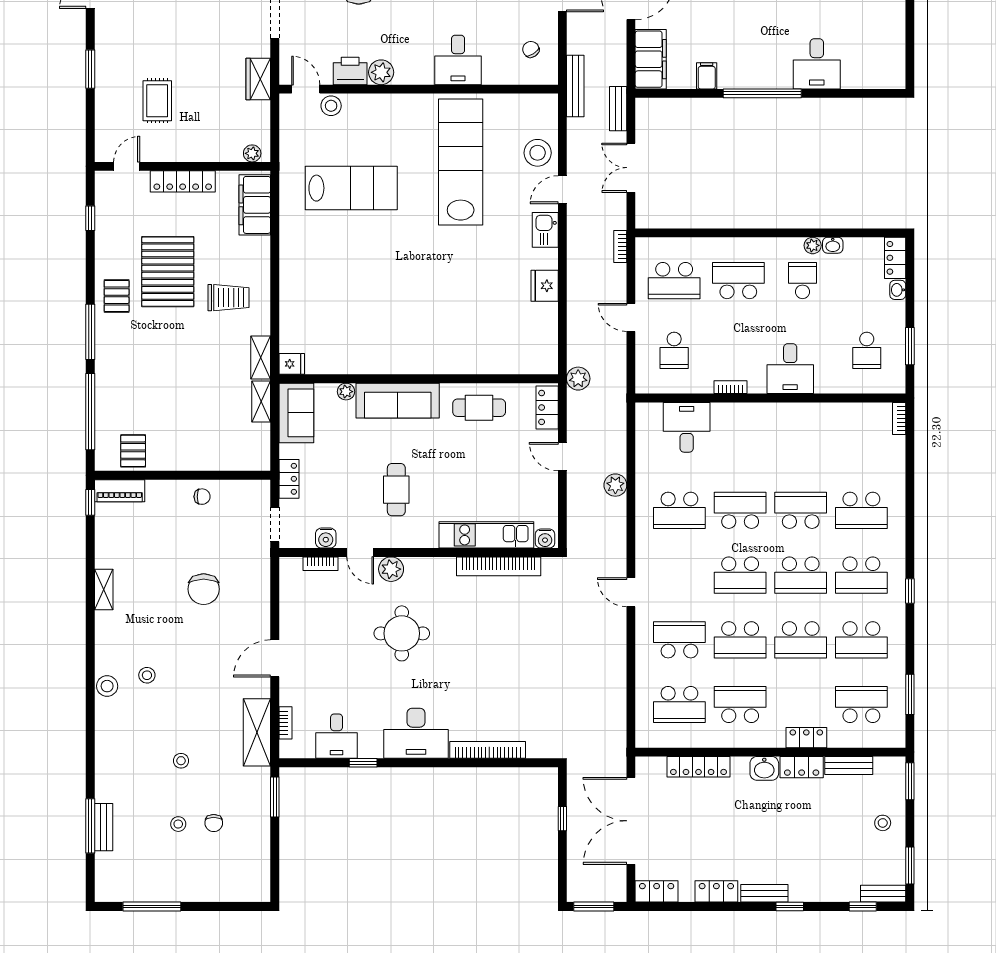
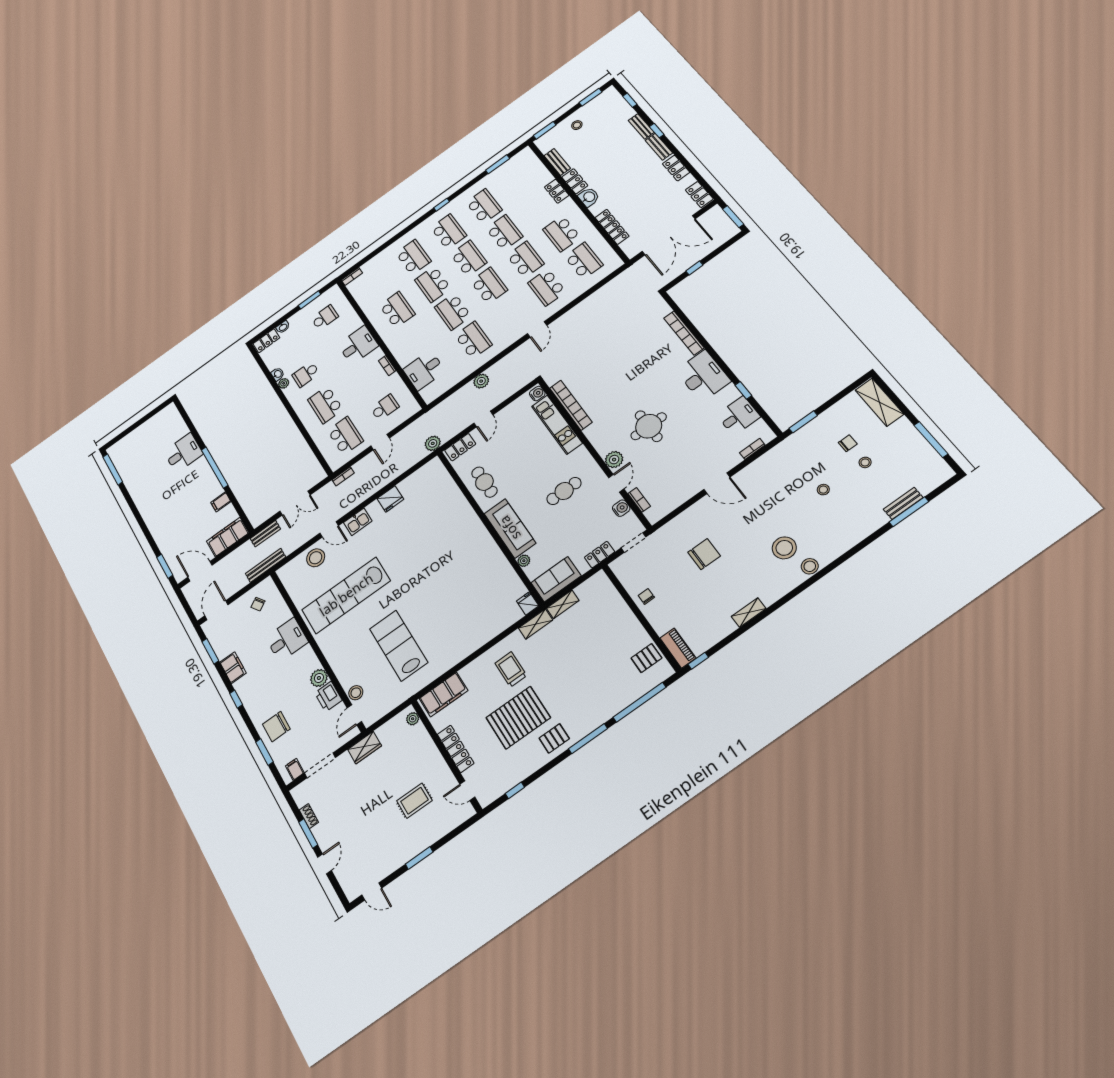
stool: (147, 675) -> (784, 548), width x1.89, depth x1.89
school desk: (861, 705) -> (397, 310), moved, turned 180
shelving: (257, 732) -> (879, 402), moved, turned 90
bench: (883, 894) -> (641, 126), moved

